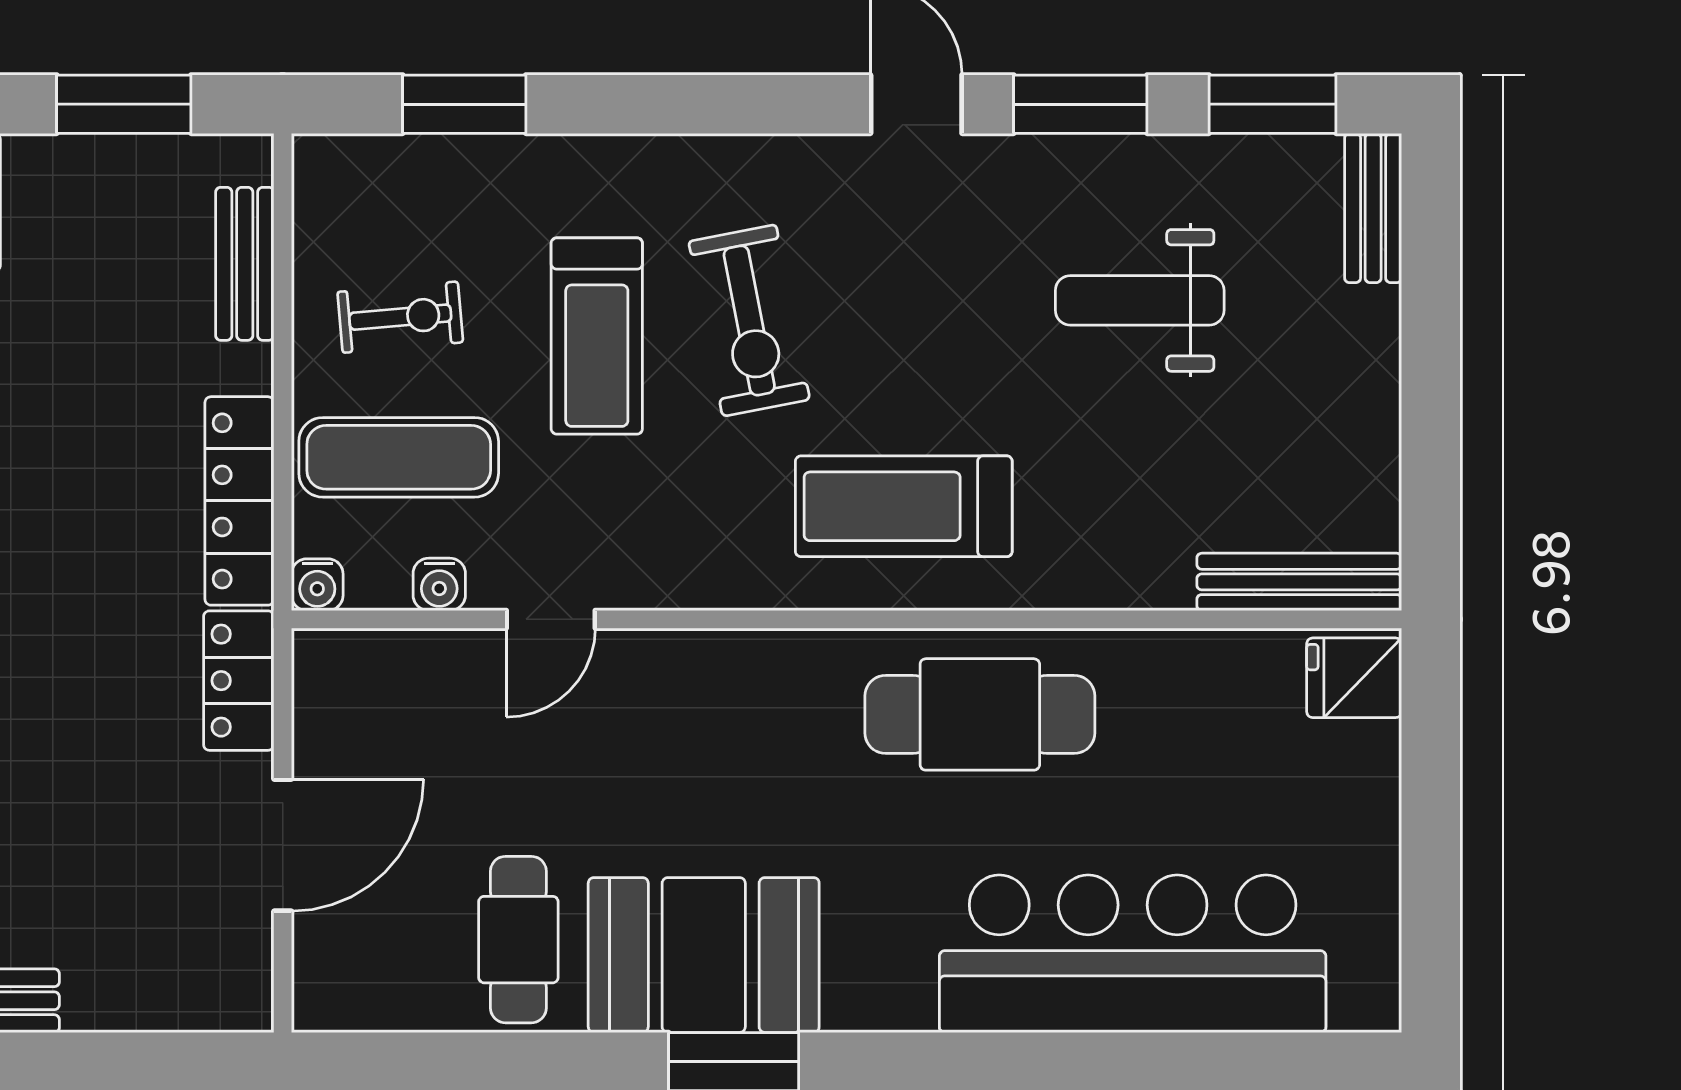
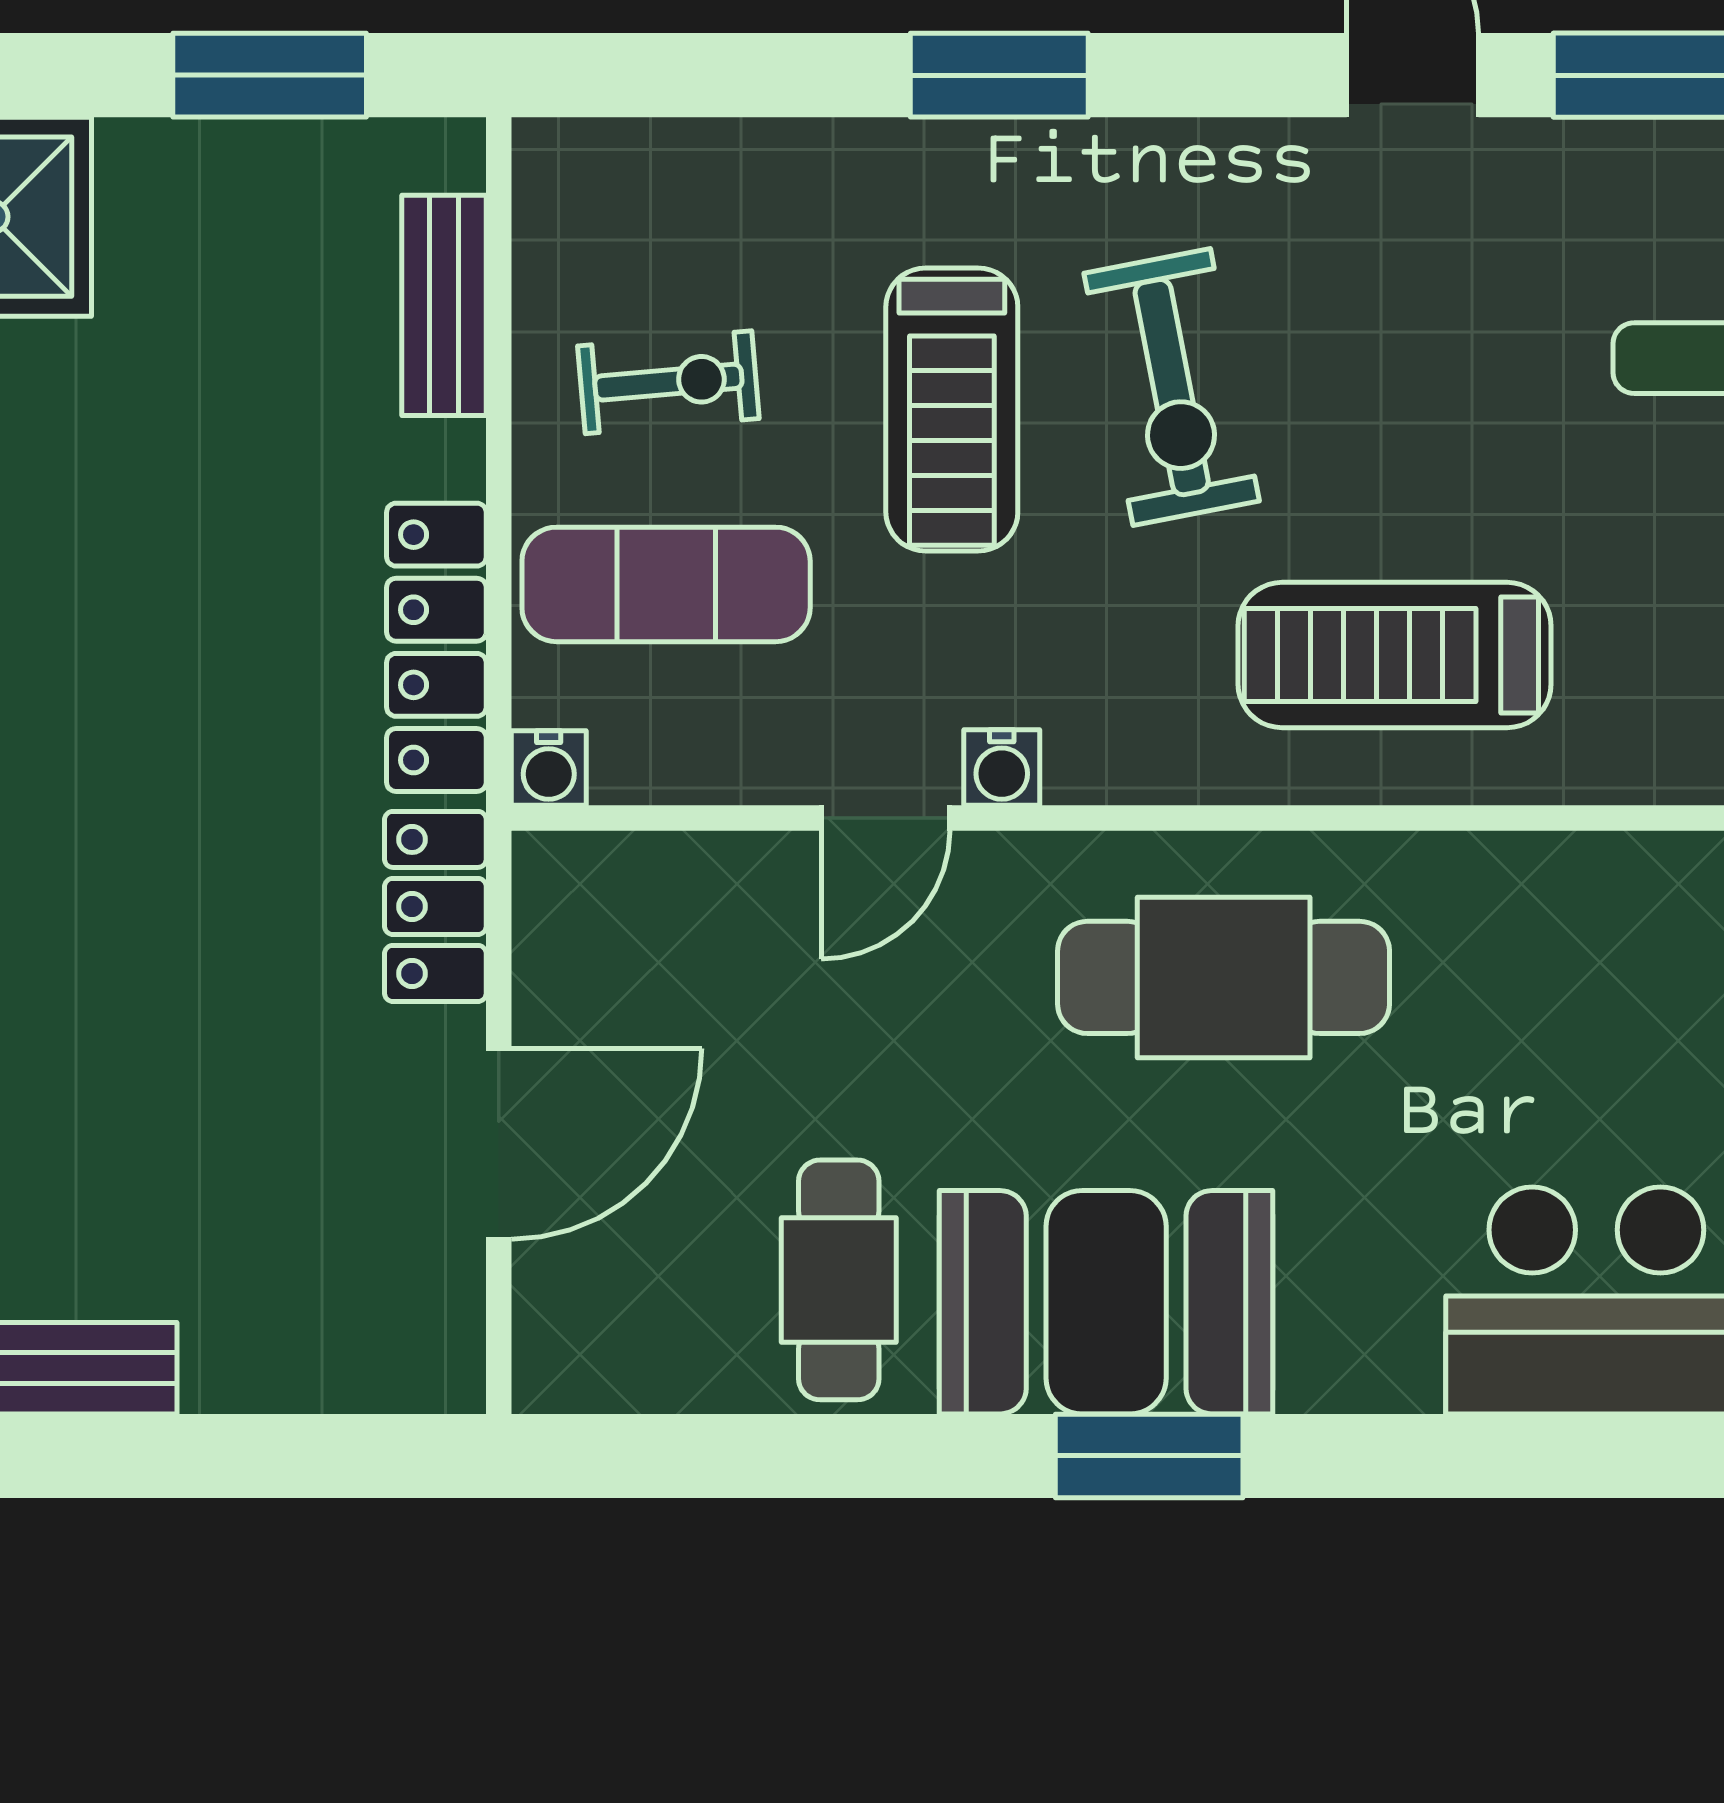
window: (464, 104) -> (999, 75), moved
water cooler: (439, 584) -> (1002, 768), moved
cafe table: (980, 714) -> (1224, 977), moved

